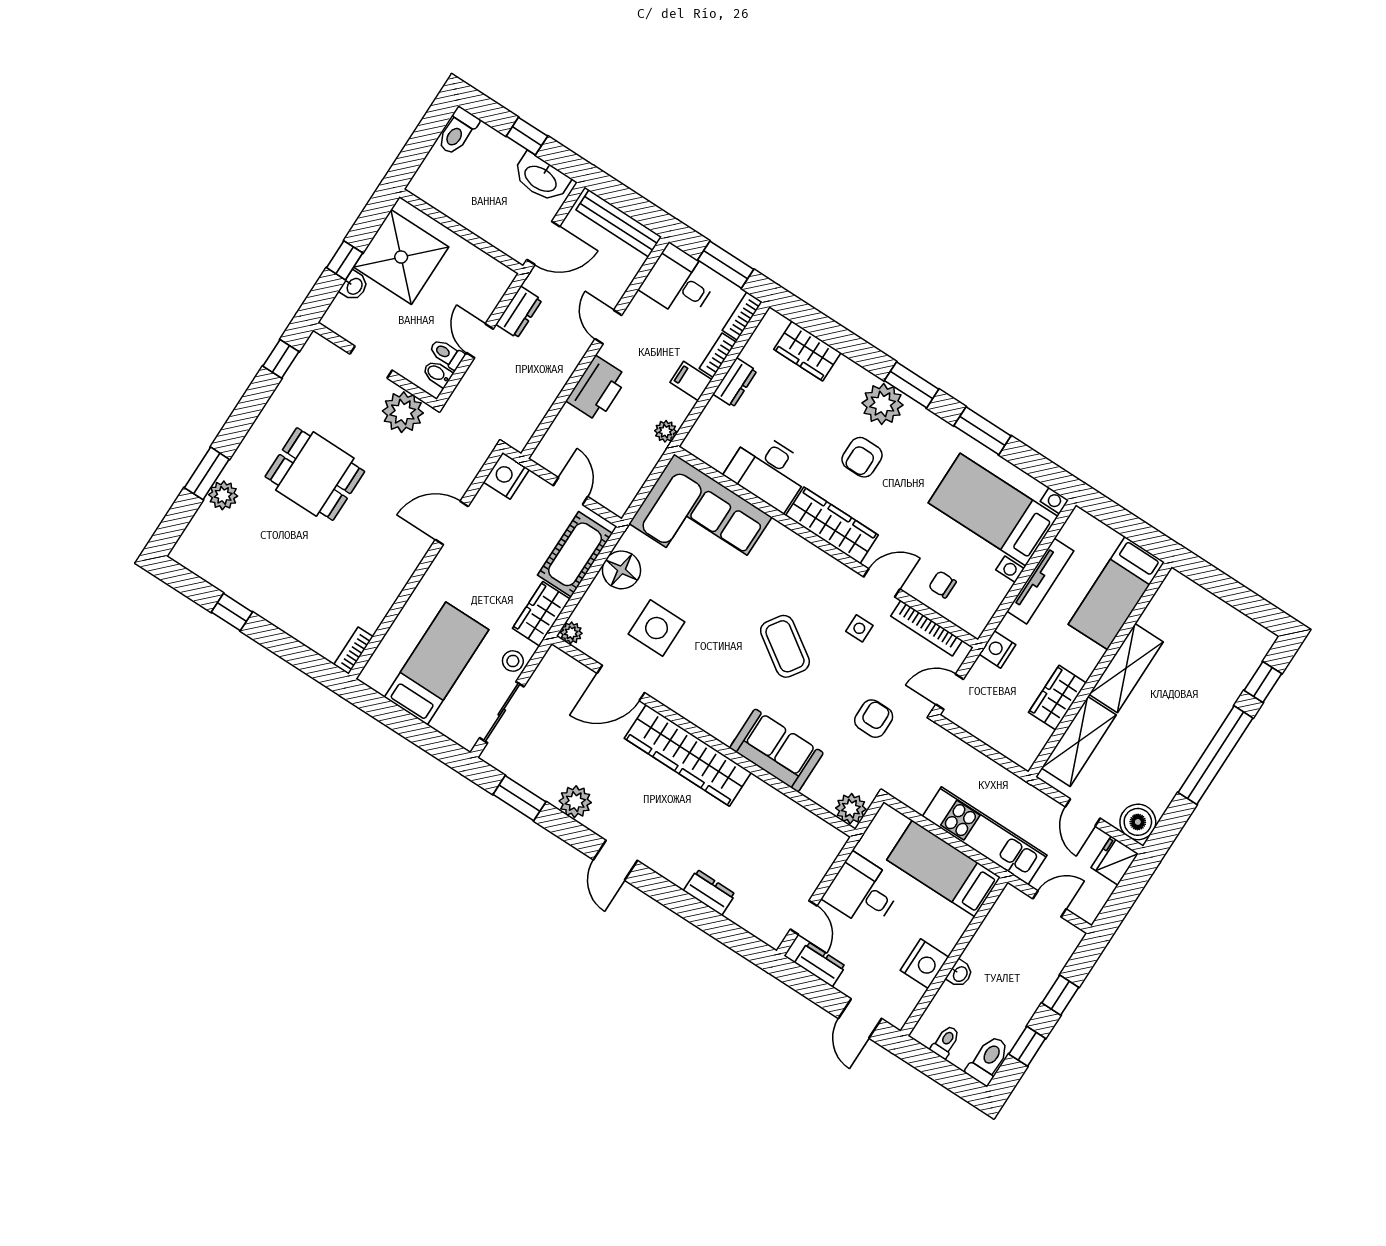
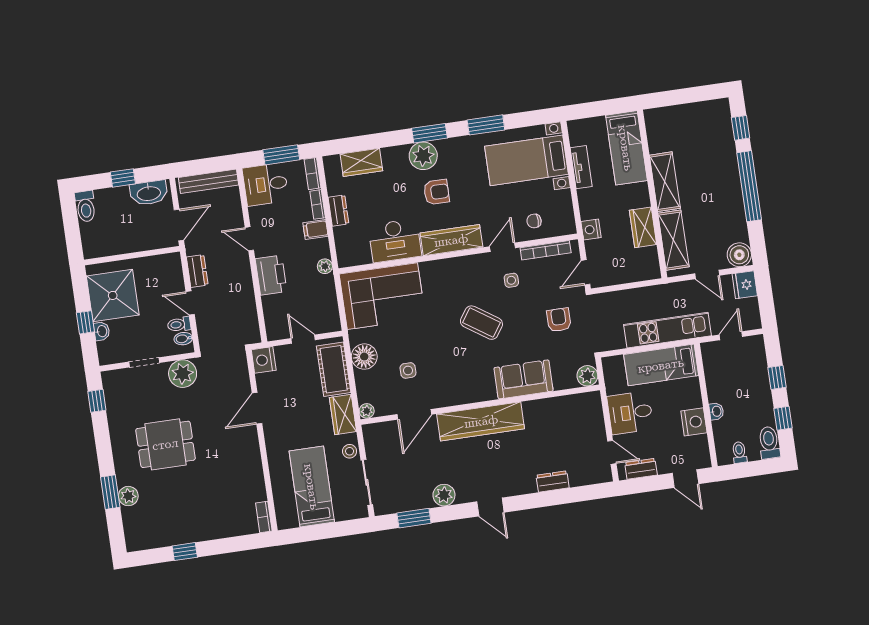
armchair: (862, 457) -> (436, 192), turned -90
tv unit: (1040, 581) -> (581, 167), width x0.71
side table: (657, 628) -> (408, 370), width x0.54, depth x0.54

